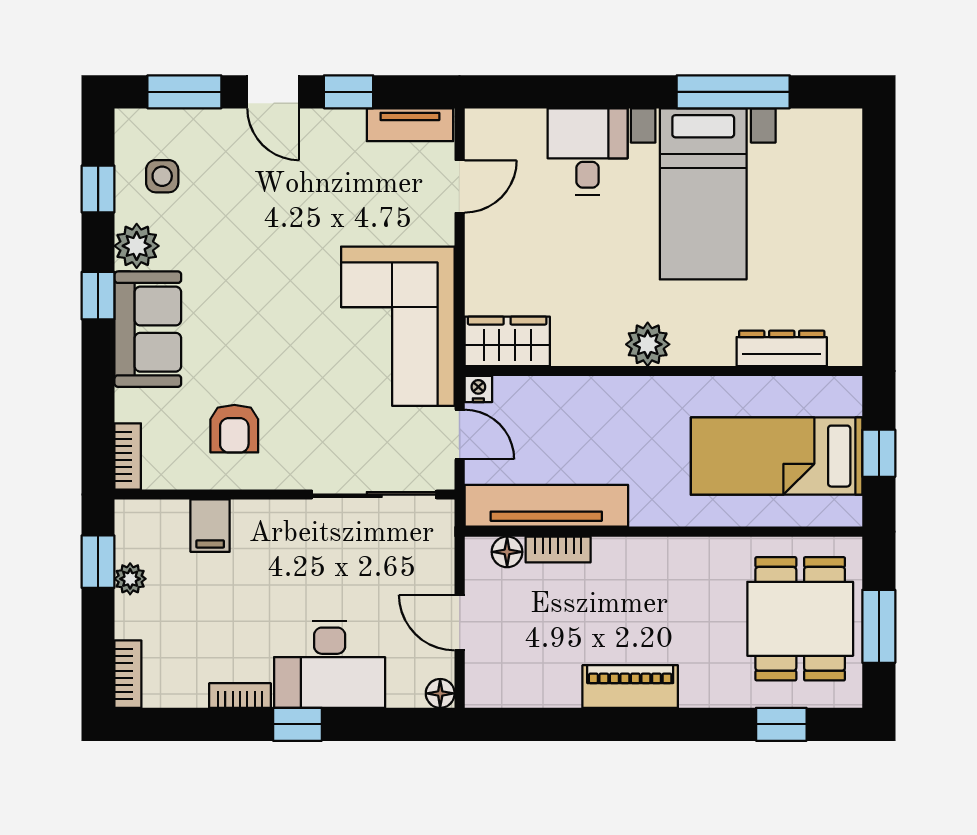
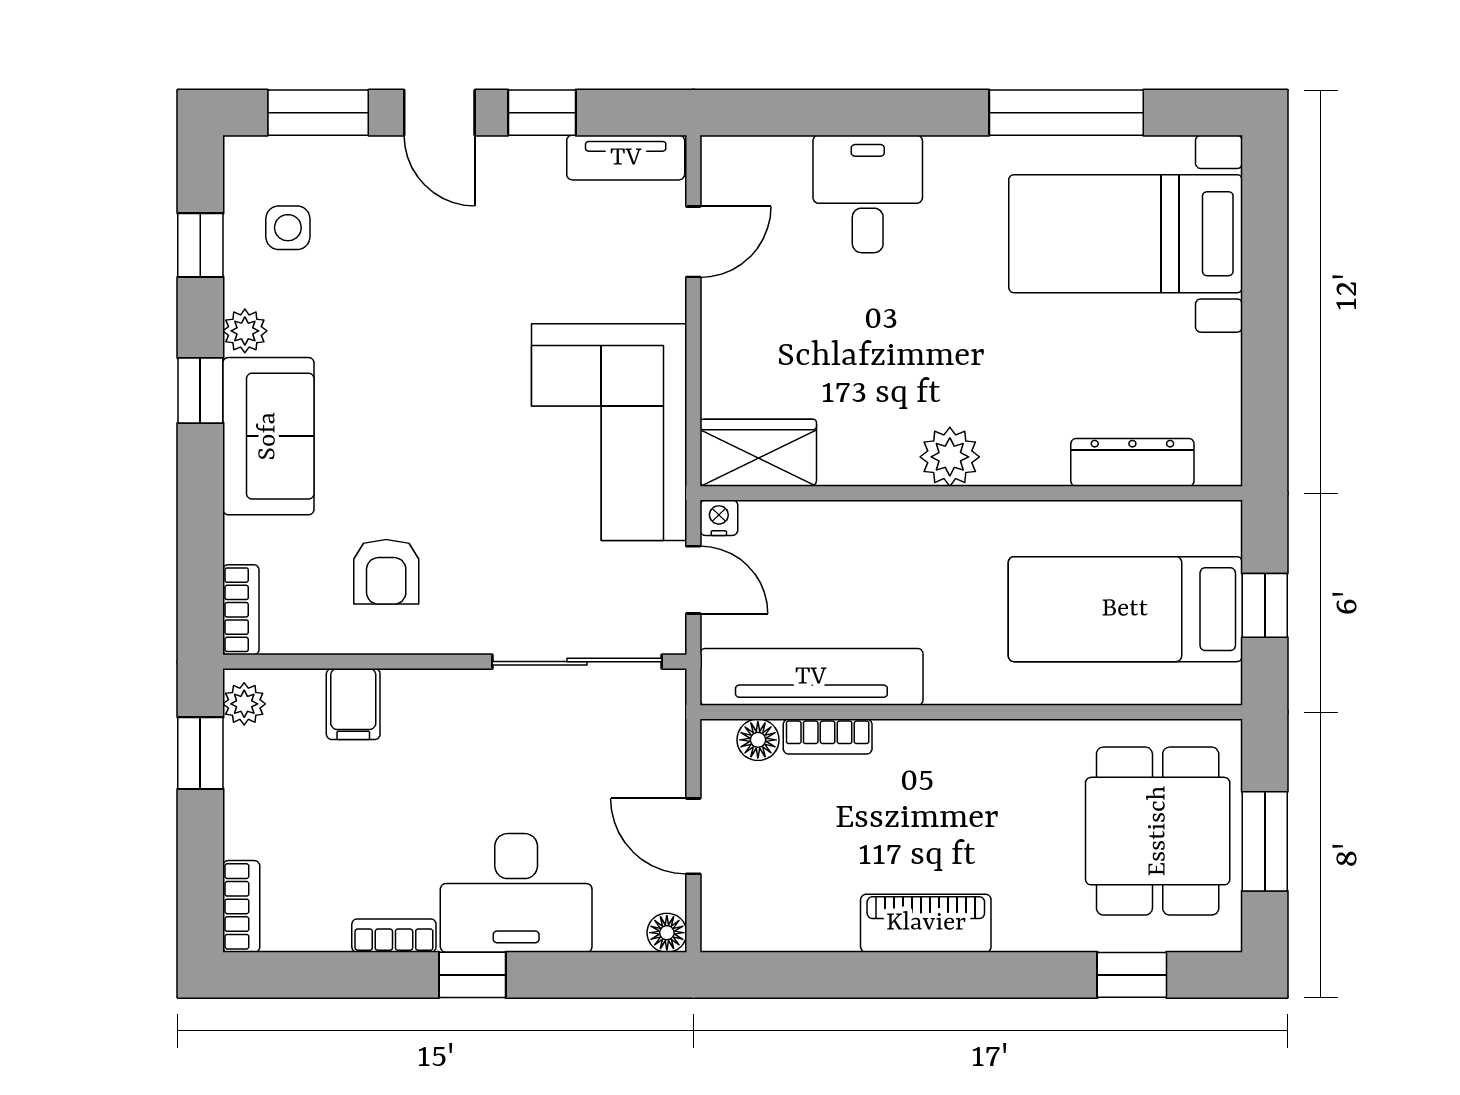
bed with nightstands: (703, 194) -> (1126, 234), moved, turned 90
plant: (137, 246) -> (245, 331), width x0.73, depth x0.73
plant: (130, 579) -> (244, 704), moved

